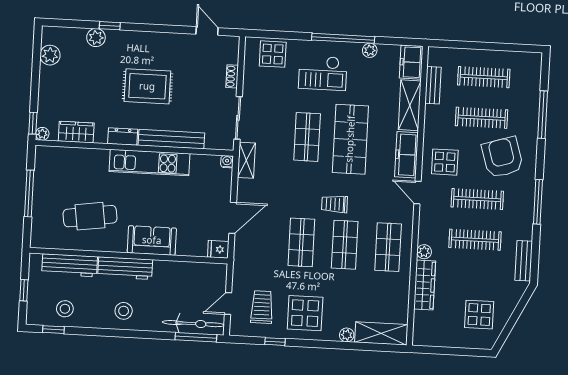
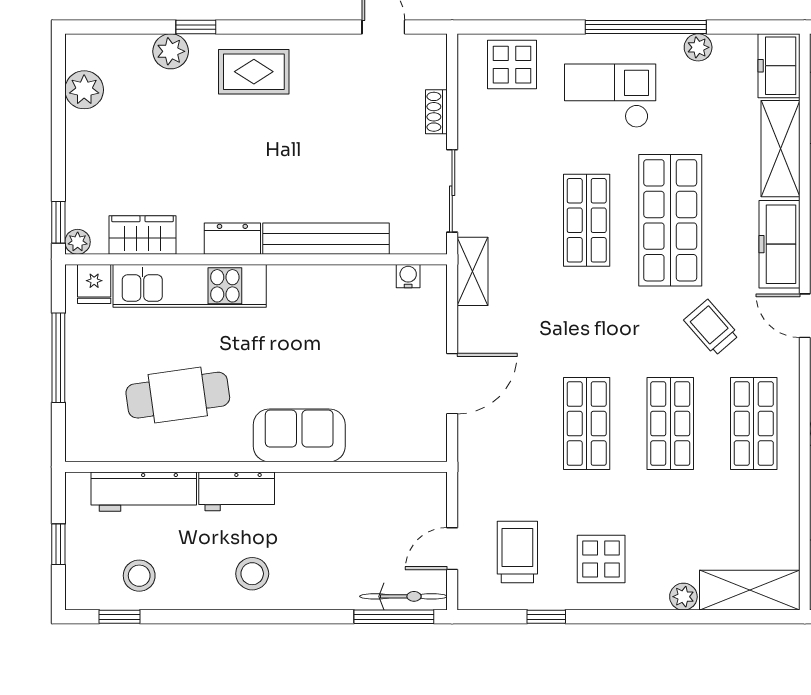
checkout: (323, 73) -> (610, 96), turned 180
rug: (147, 86) -> (254, 72), moved, width x0.73, depth x0.70
water cooler: (227, 162) -> (408, 276), moved
kitchen unit: (149, 163) -> (190, 286), moved
trolley: (334, 204) -> (711, 327), moved, turned 49
fridge: (218, 249) -> (94, 284), moved, turned -90
workbench: (125, 268) -> (237, 491), width x0.73
display table: (305, 313) -> (601, 559), width x0.73, depth x0.73
bicycle: (193, 324) -> (403, 596), width x0.73, depth x0.71

